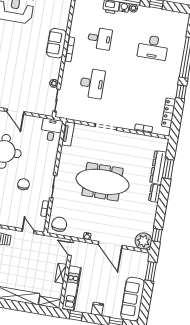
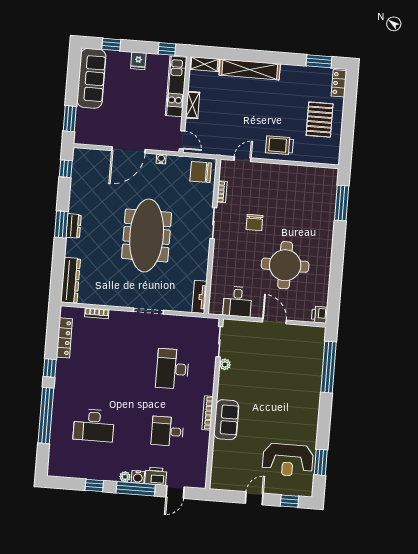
desk: (153, 47) -> (94, 425), turned 180
desk: (52, 130) -> (237, 302), moved
dresser: (158, 167) -> (71, 280), moved
window: (168, 169) -> (61, 224), moved
meeting table: (102, 182) -> (147, 235), turned 90
chair: (59, 224) -> (201, 172), turned 90
door: (28, 231) -> (243, 159), swing flipped
plant: (143, 241) -> (83, 159), removed
door: (110, 245) -> (129, 150), swing flipped

